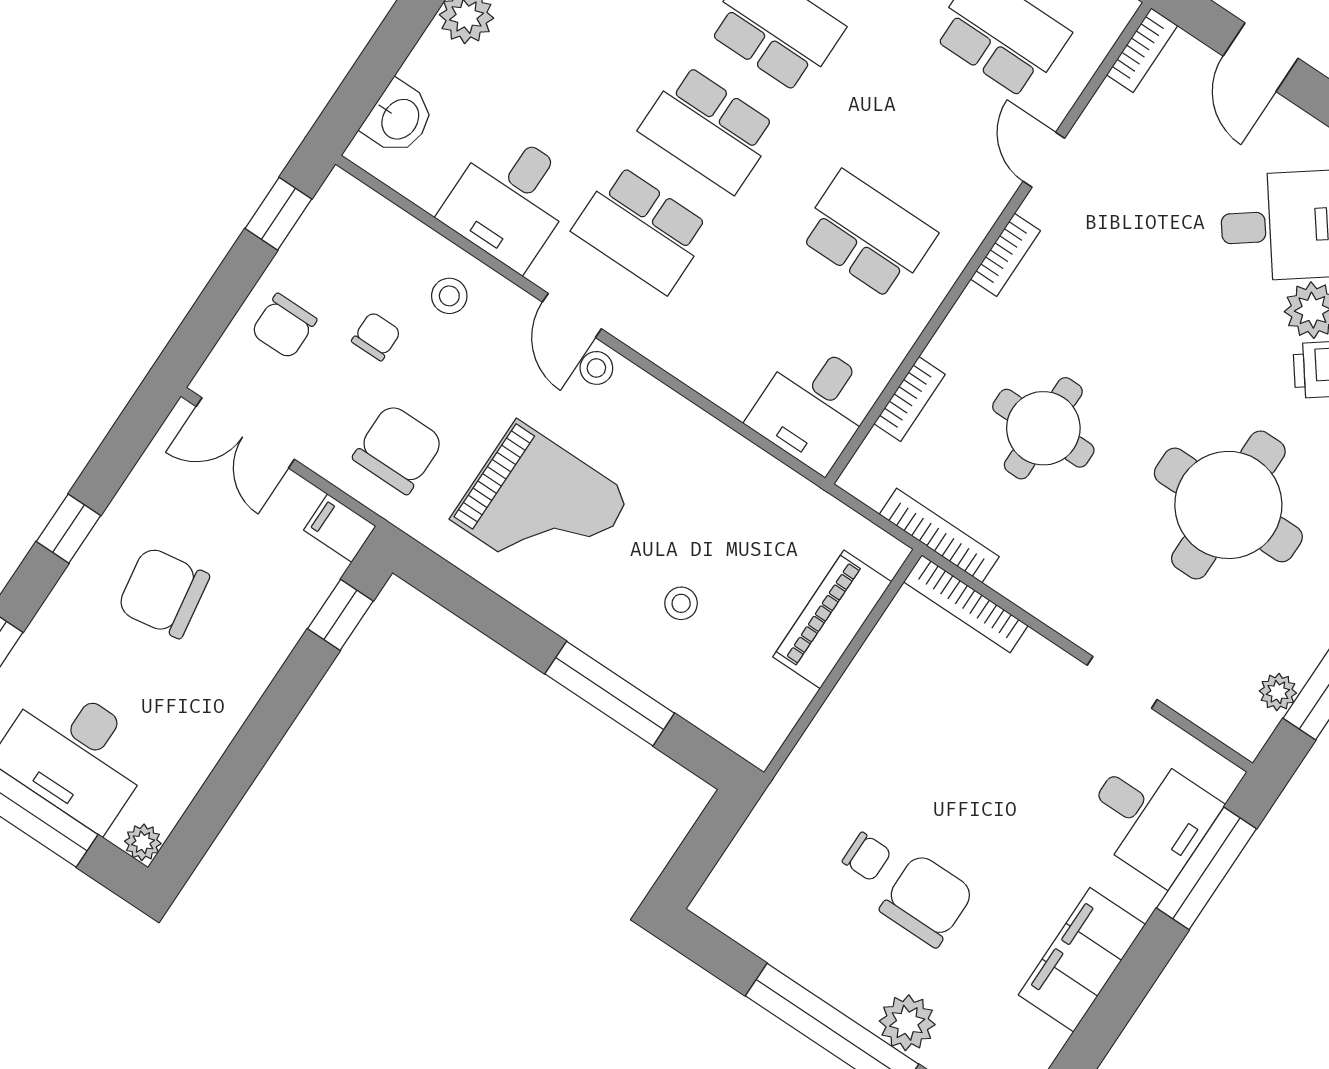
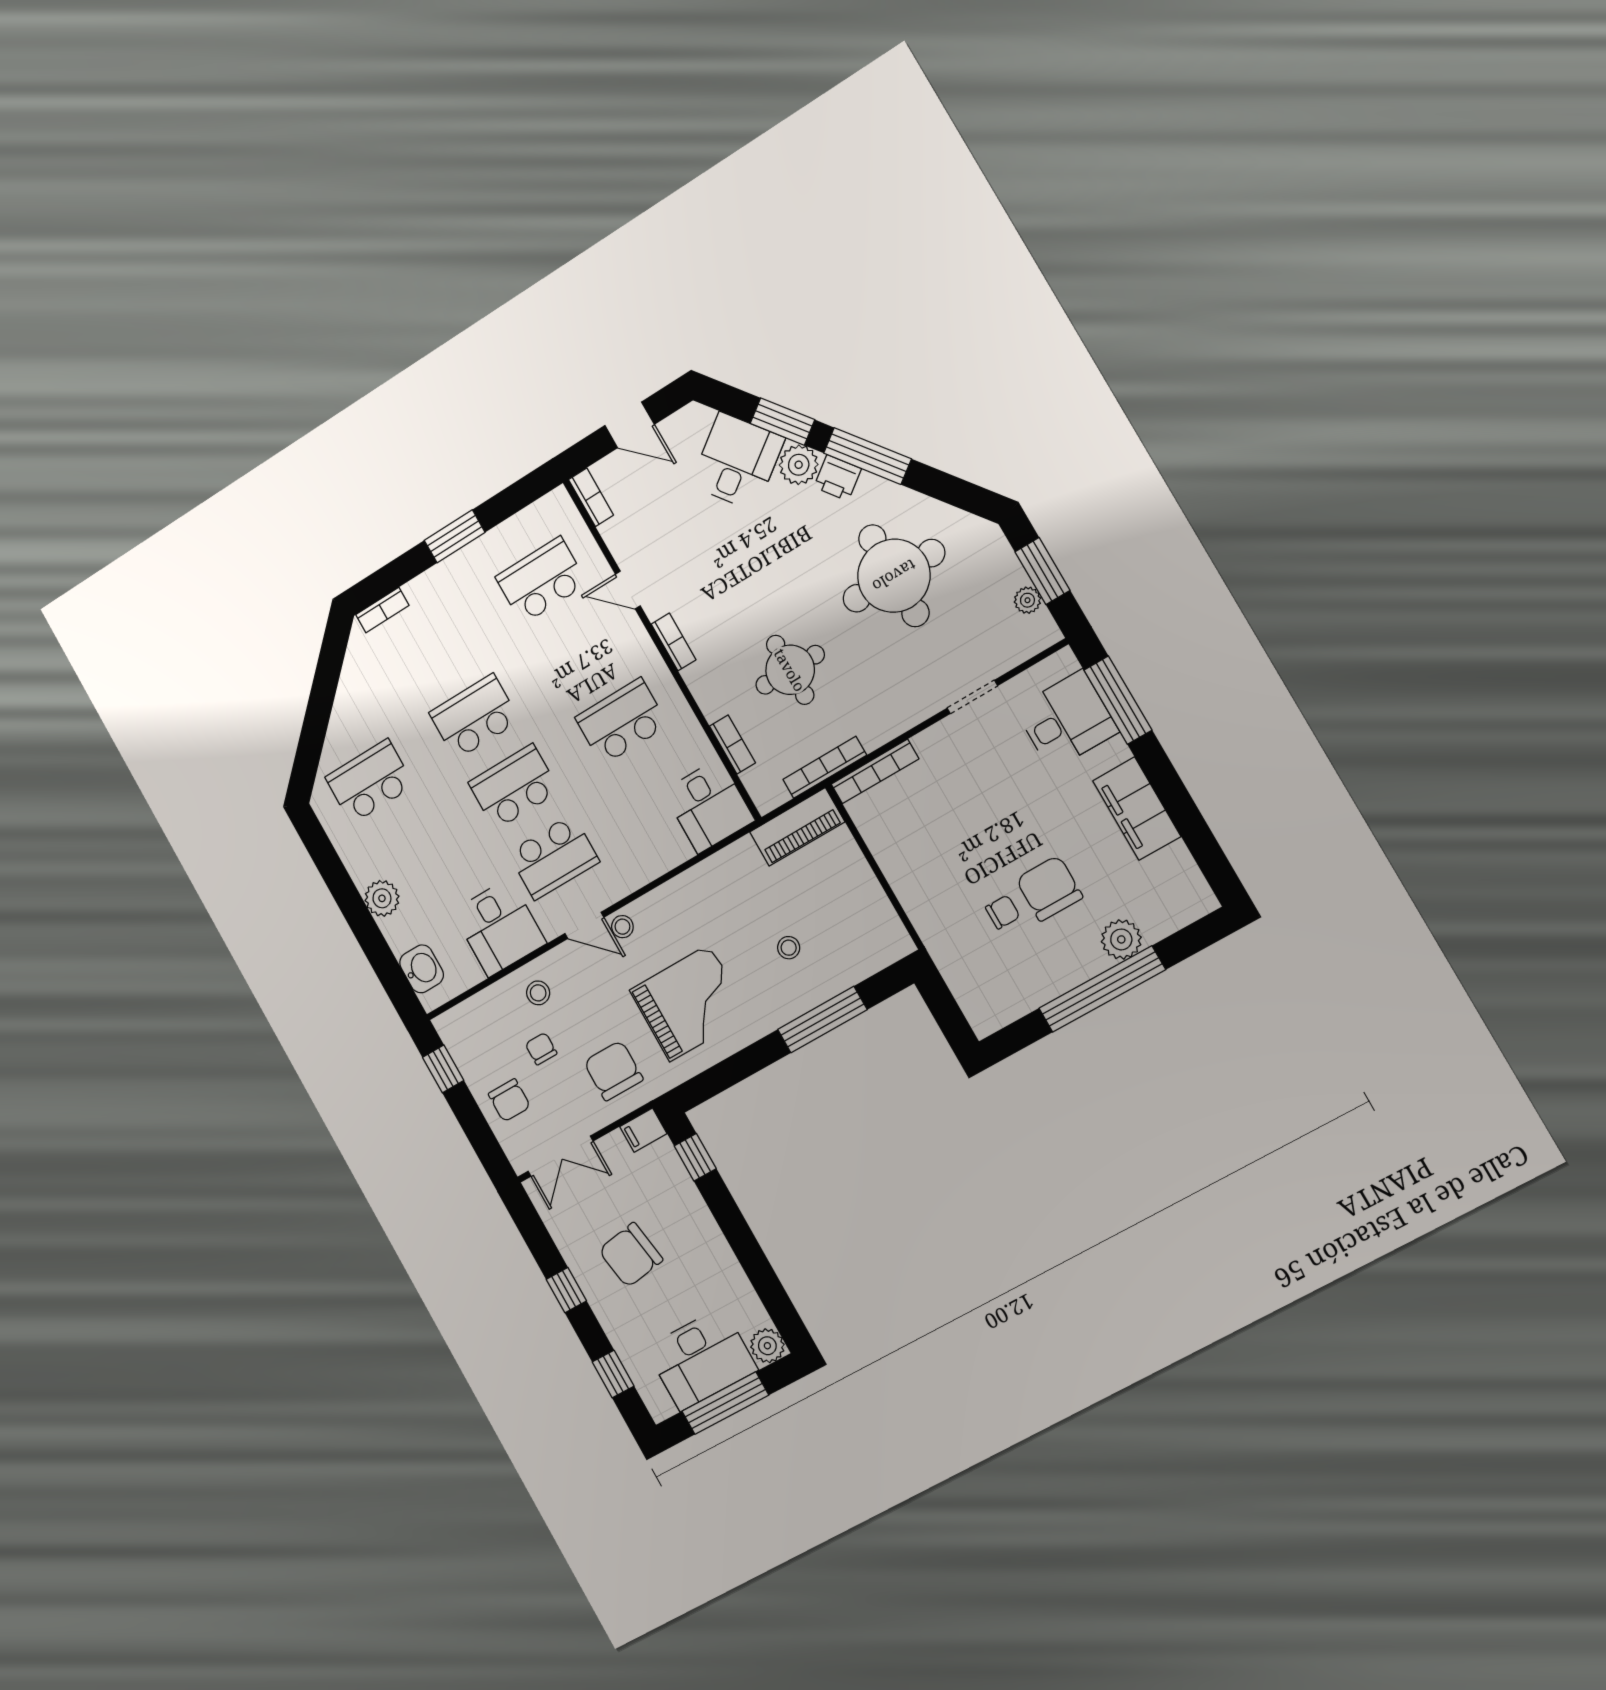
school desk: (709, 129) -> (514, 787), turned 180
piano: (832, 619) -> (797, 827), moved, turned -90
plant: (143, 842) -> (767, 1346), width x1.38, depth x1.38

